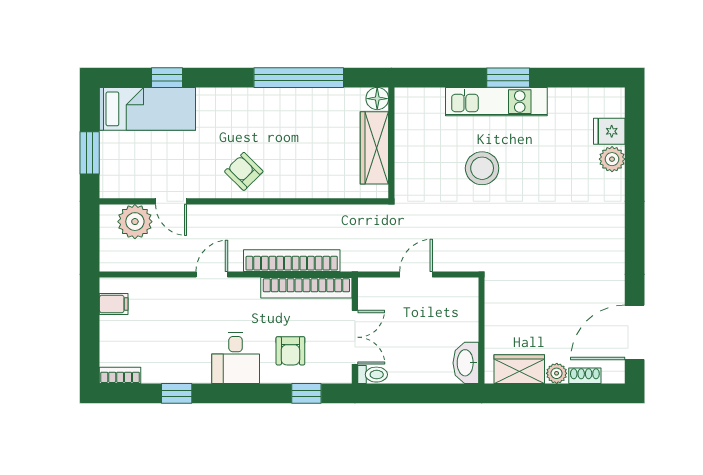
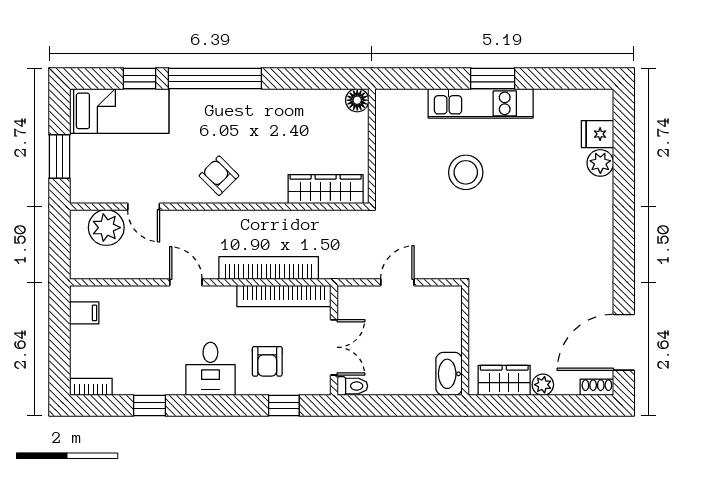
window: (299, 78) -> (215, 78), moved
wardrobe: (374, 148) -> (326, 189), moved, turned 90
door: (212, 274) -> (186, 282), hinge flipped
shoe rack: (585, 376) -> (597, 387), moved

